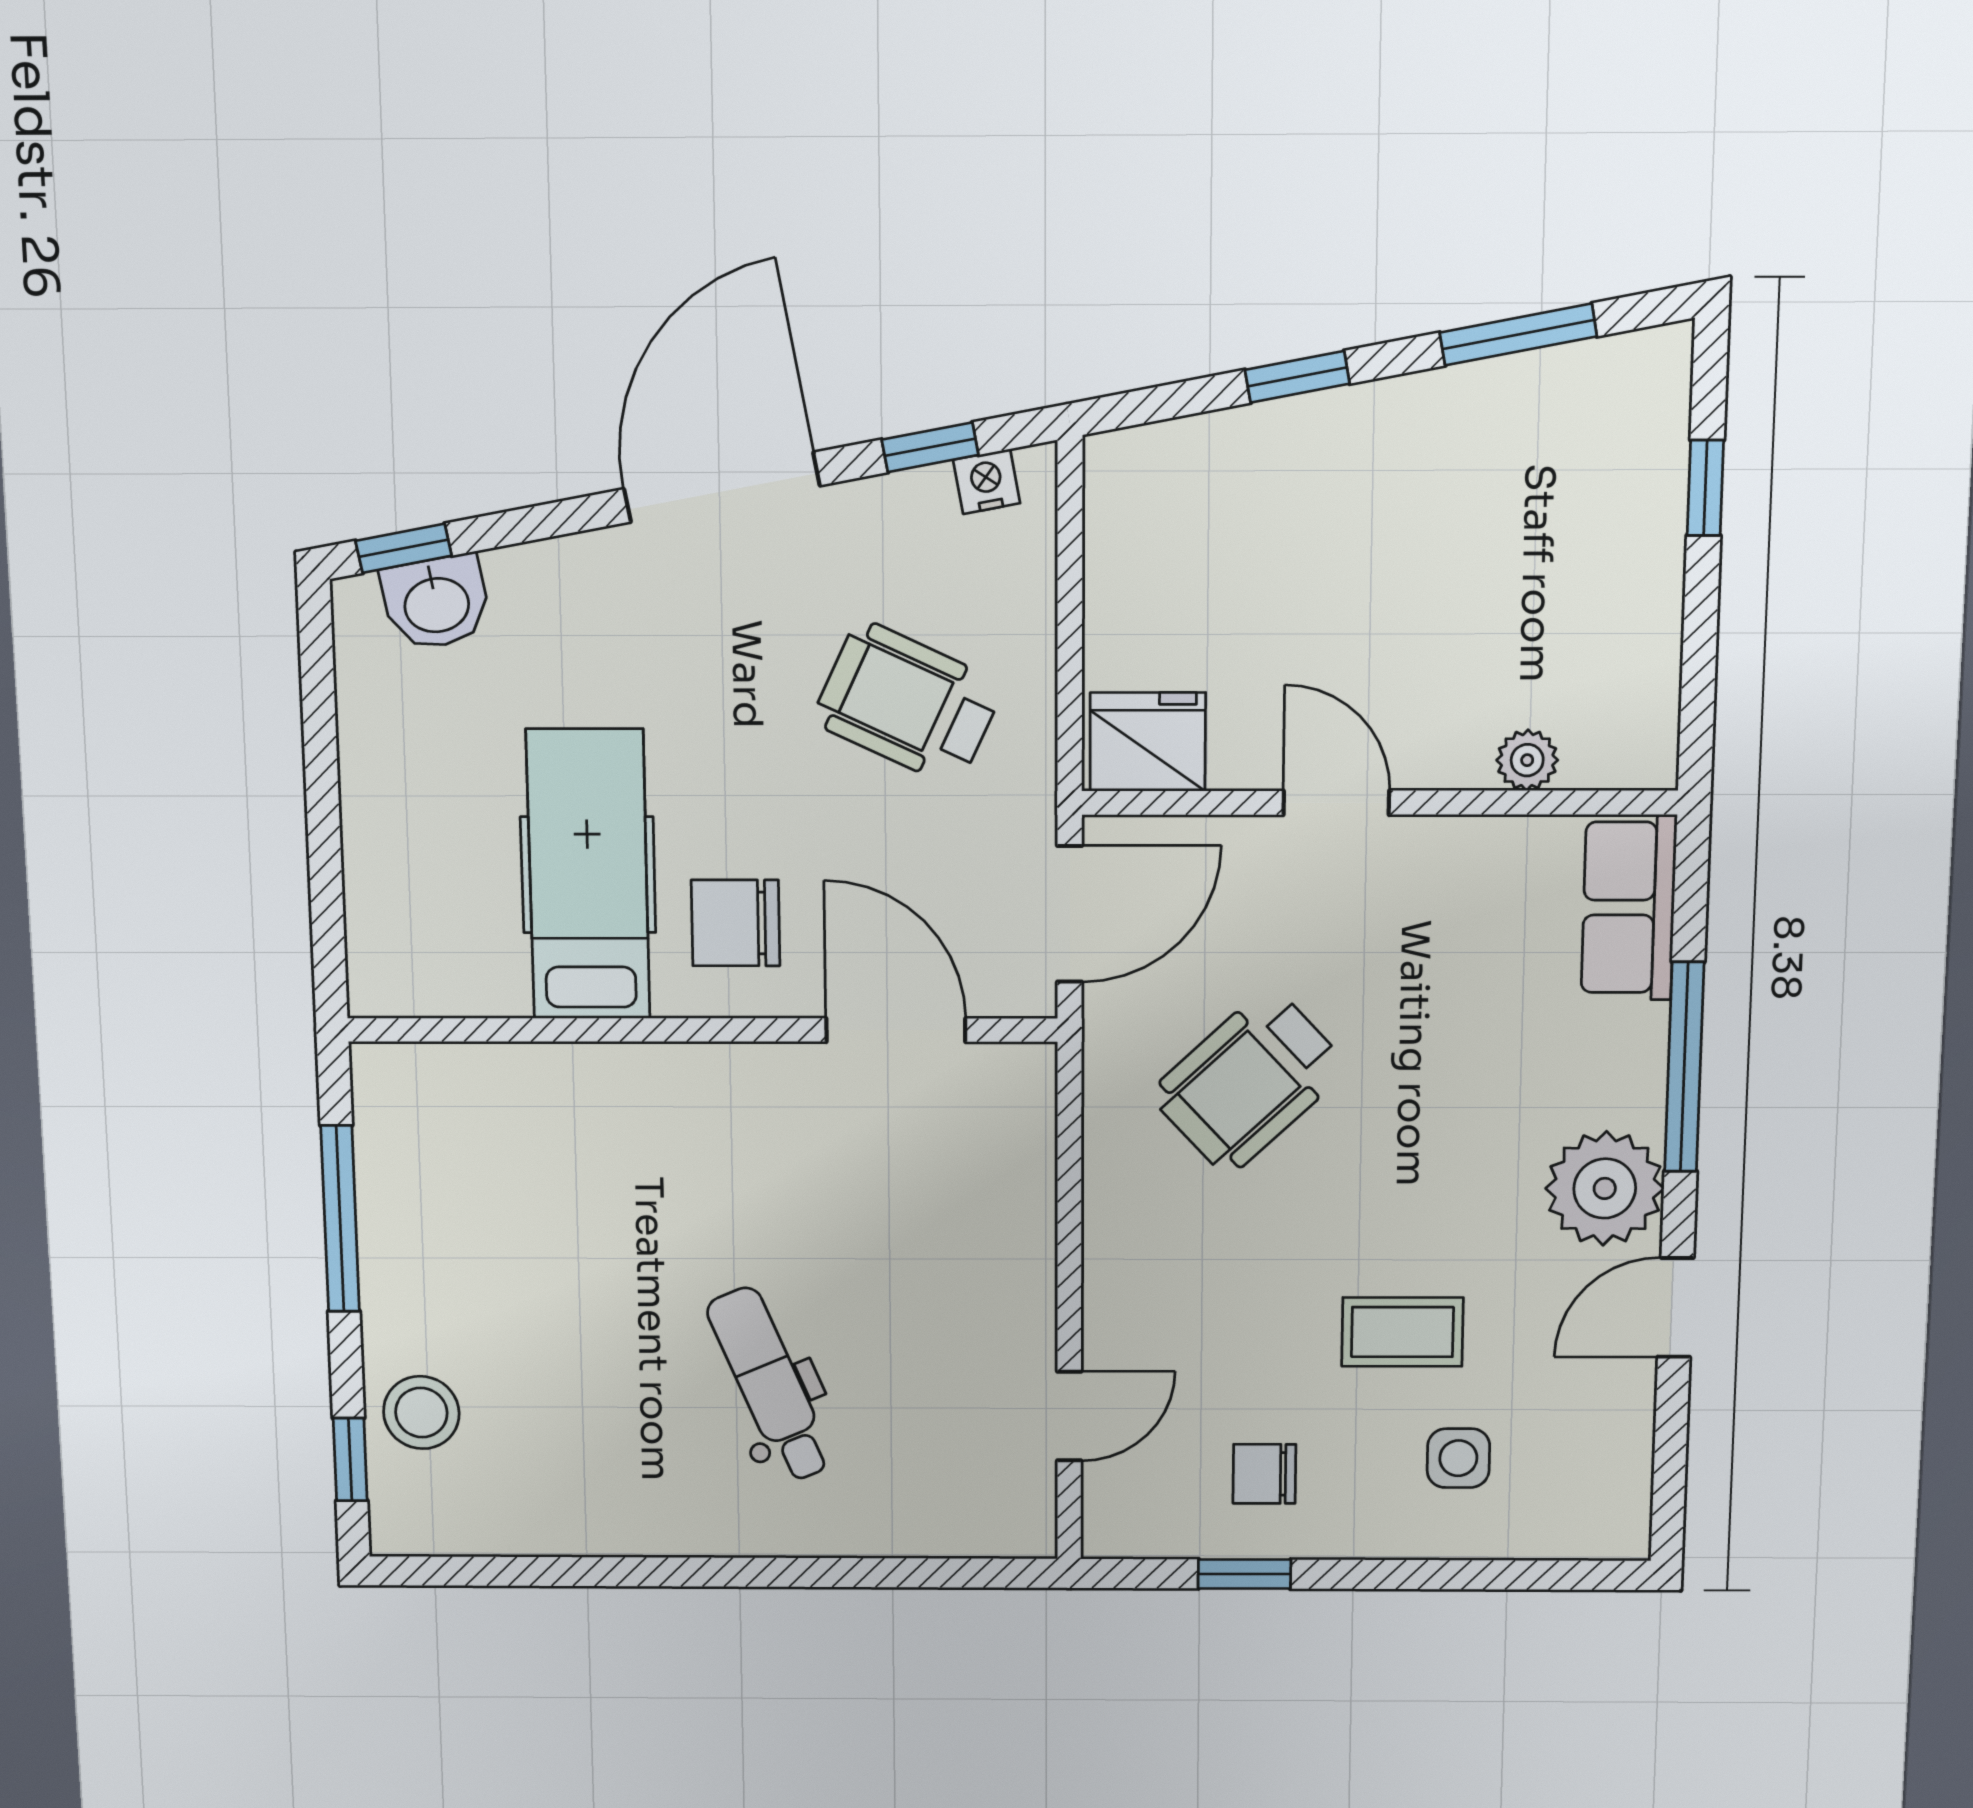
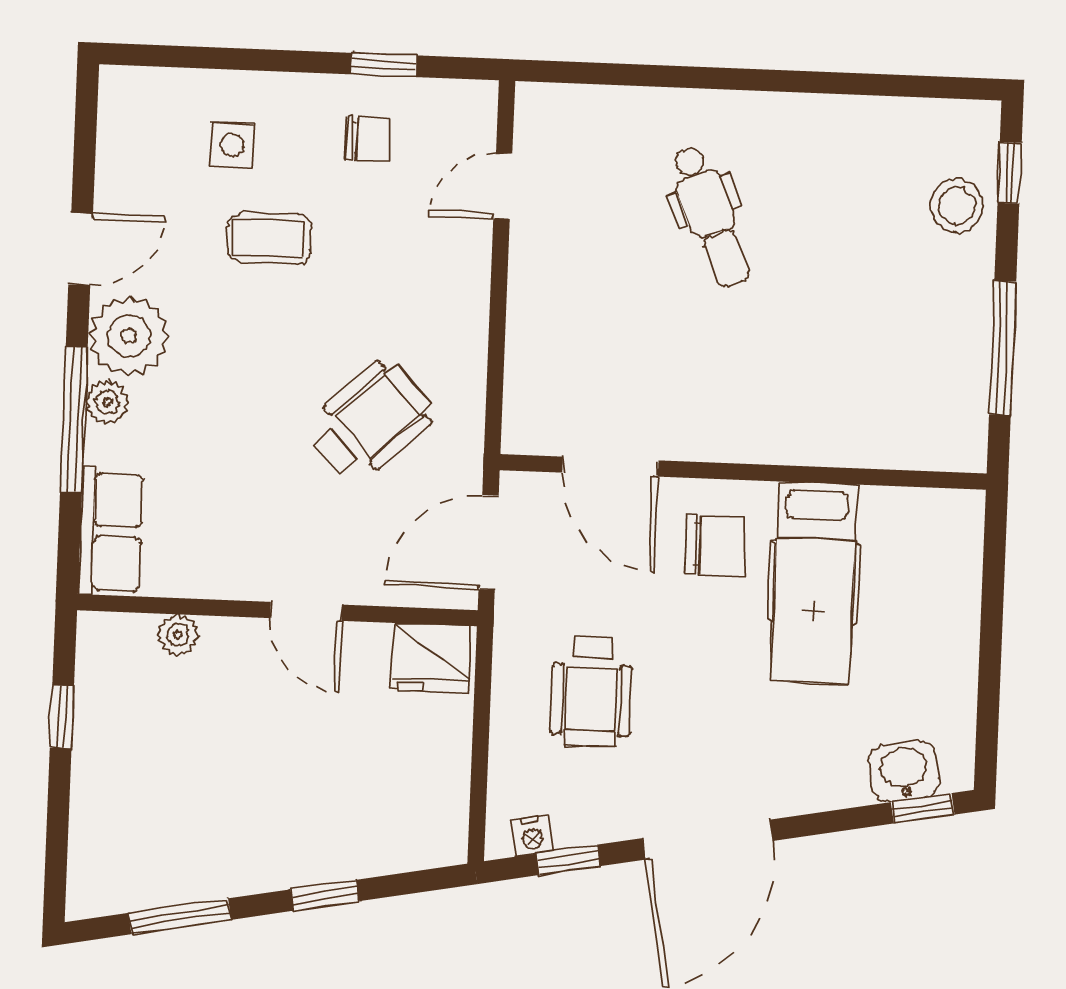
window: (1705, 488) -> (62, 717), moved
wheelchair: (908, 703) -> (591, 691), turned 65
plant: (1635, 1094) -> (107, 402), added

